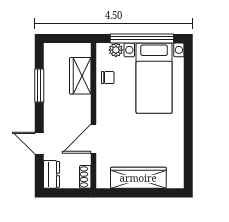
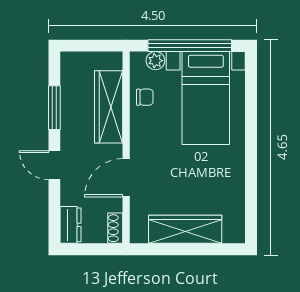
wardrobe: (80, 76) -> (109, 107), width x1.50
door: (39, 143) -> (54, 165), moved

